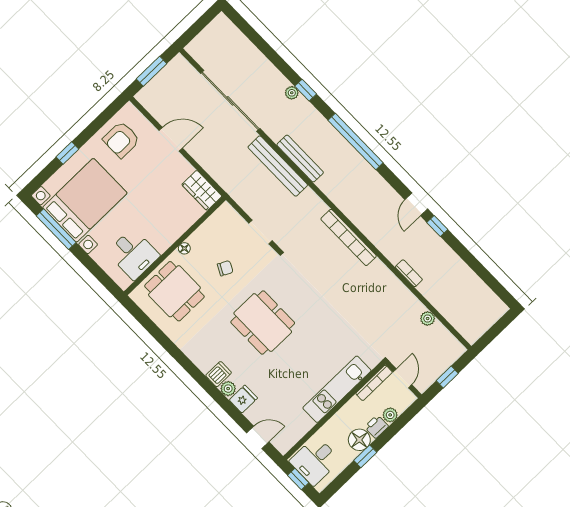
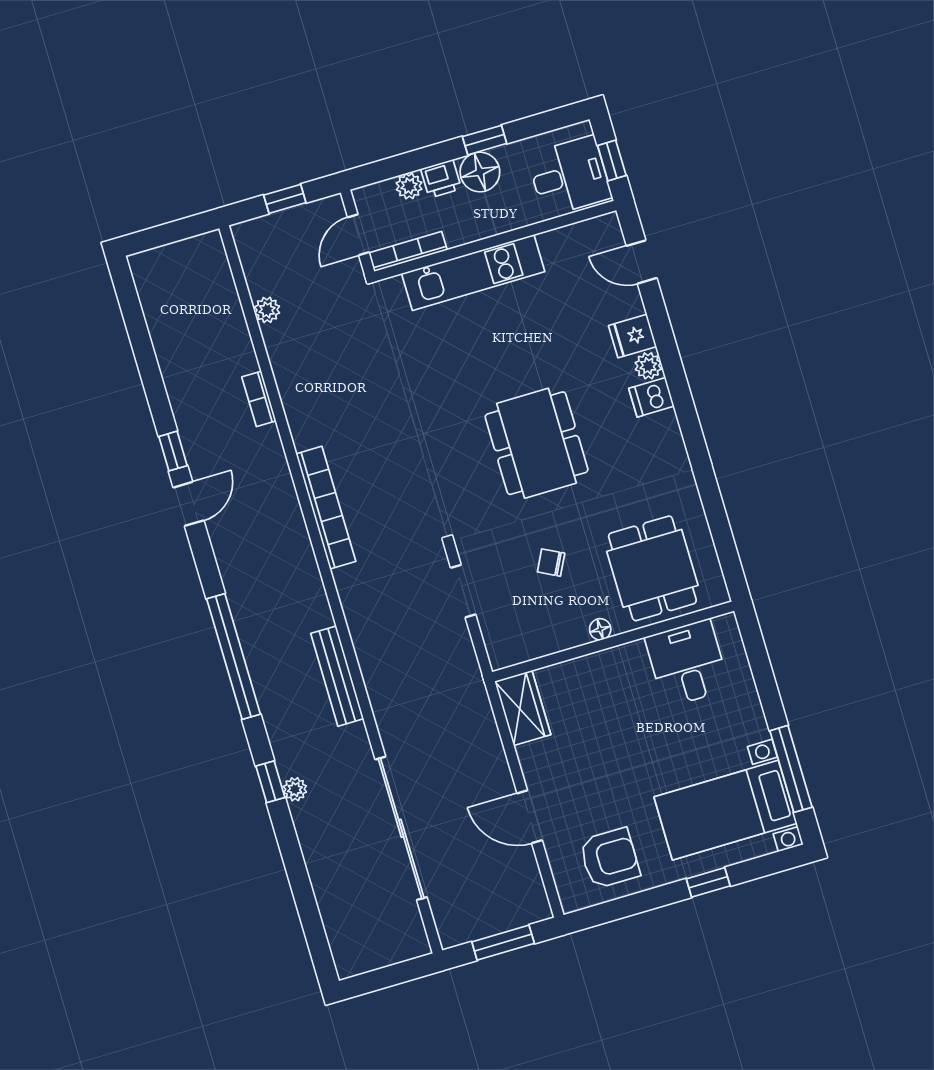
bench: (278, 166) -> (380, 683), removed
bed with nightstands: (85, 200) -> (725, 810), width x0.73

